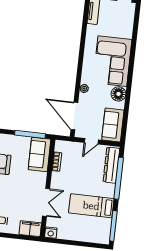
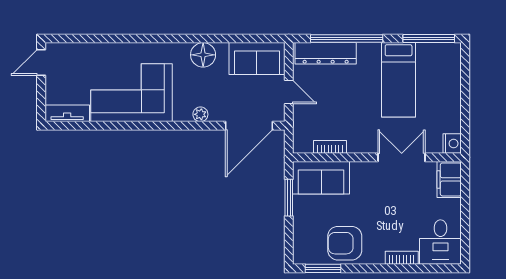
corner sofa: (112, 61) -> (132, 93), moved, turned 180
window: (30, 134) -> (289, 198), width x0.69

